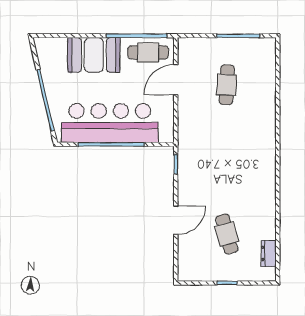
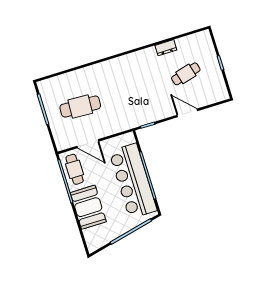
cafe table: (227, 85) -> (80, 107), width x1.37, depth x1.35
dresser: (269, 253) -> (166, 48), moved

